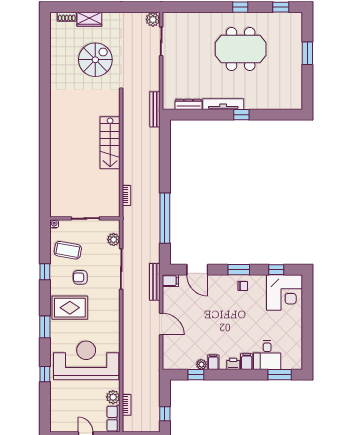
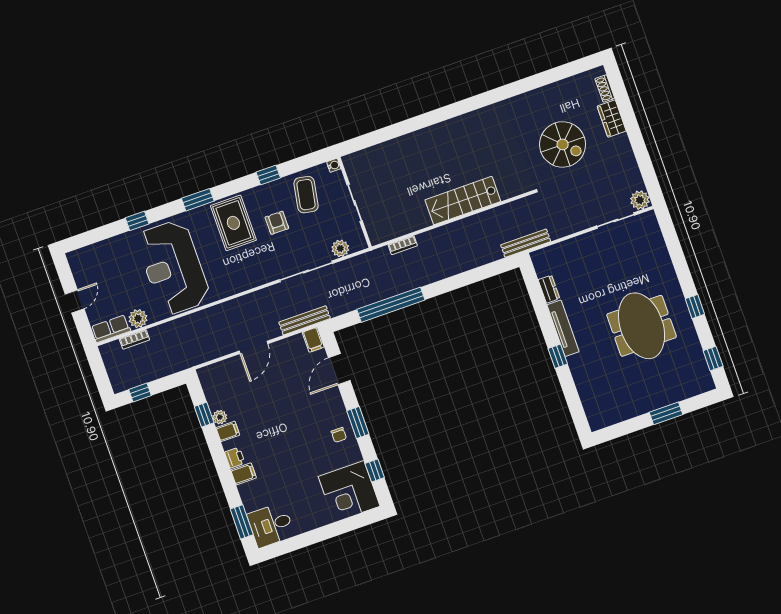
dresser: (189, 104) -> (549, 289), width x0.70
desk: (267, 355) -> (271, 525), moved
reception desk: (86, 360) -> (173, 268), turned 180

